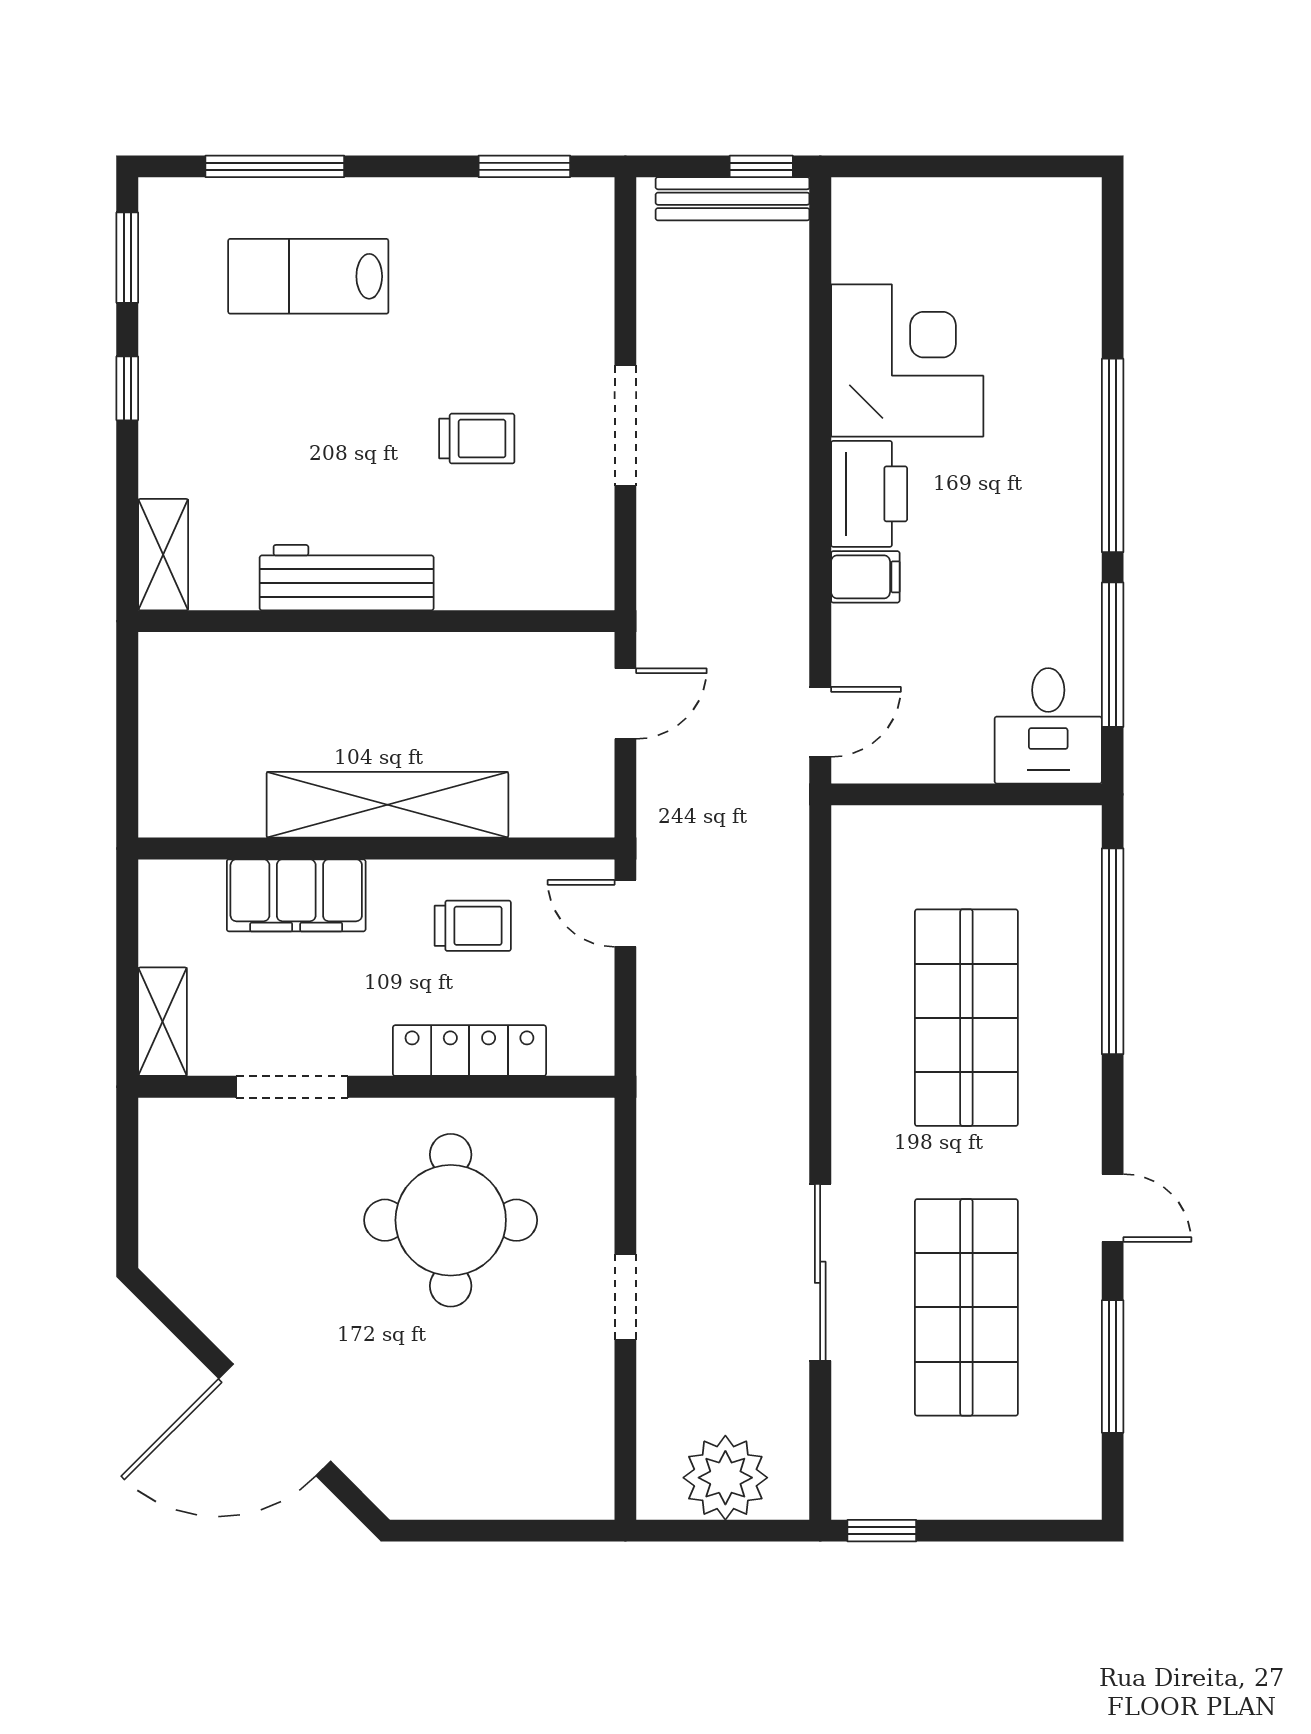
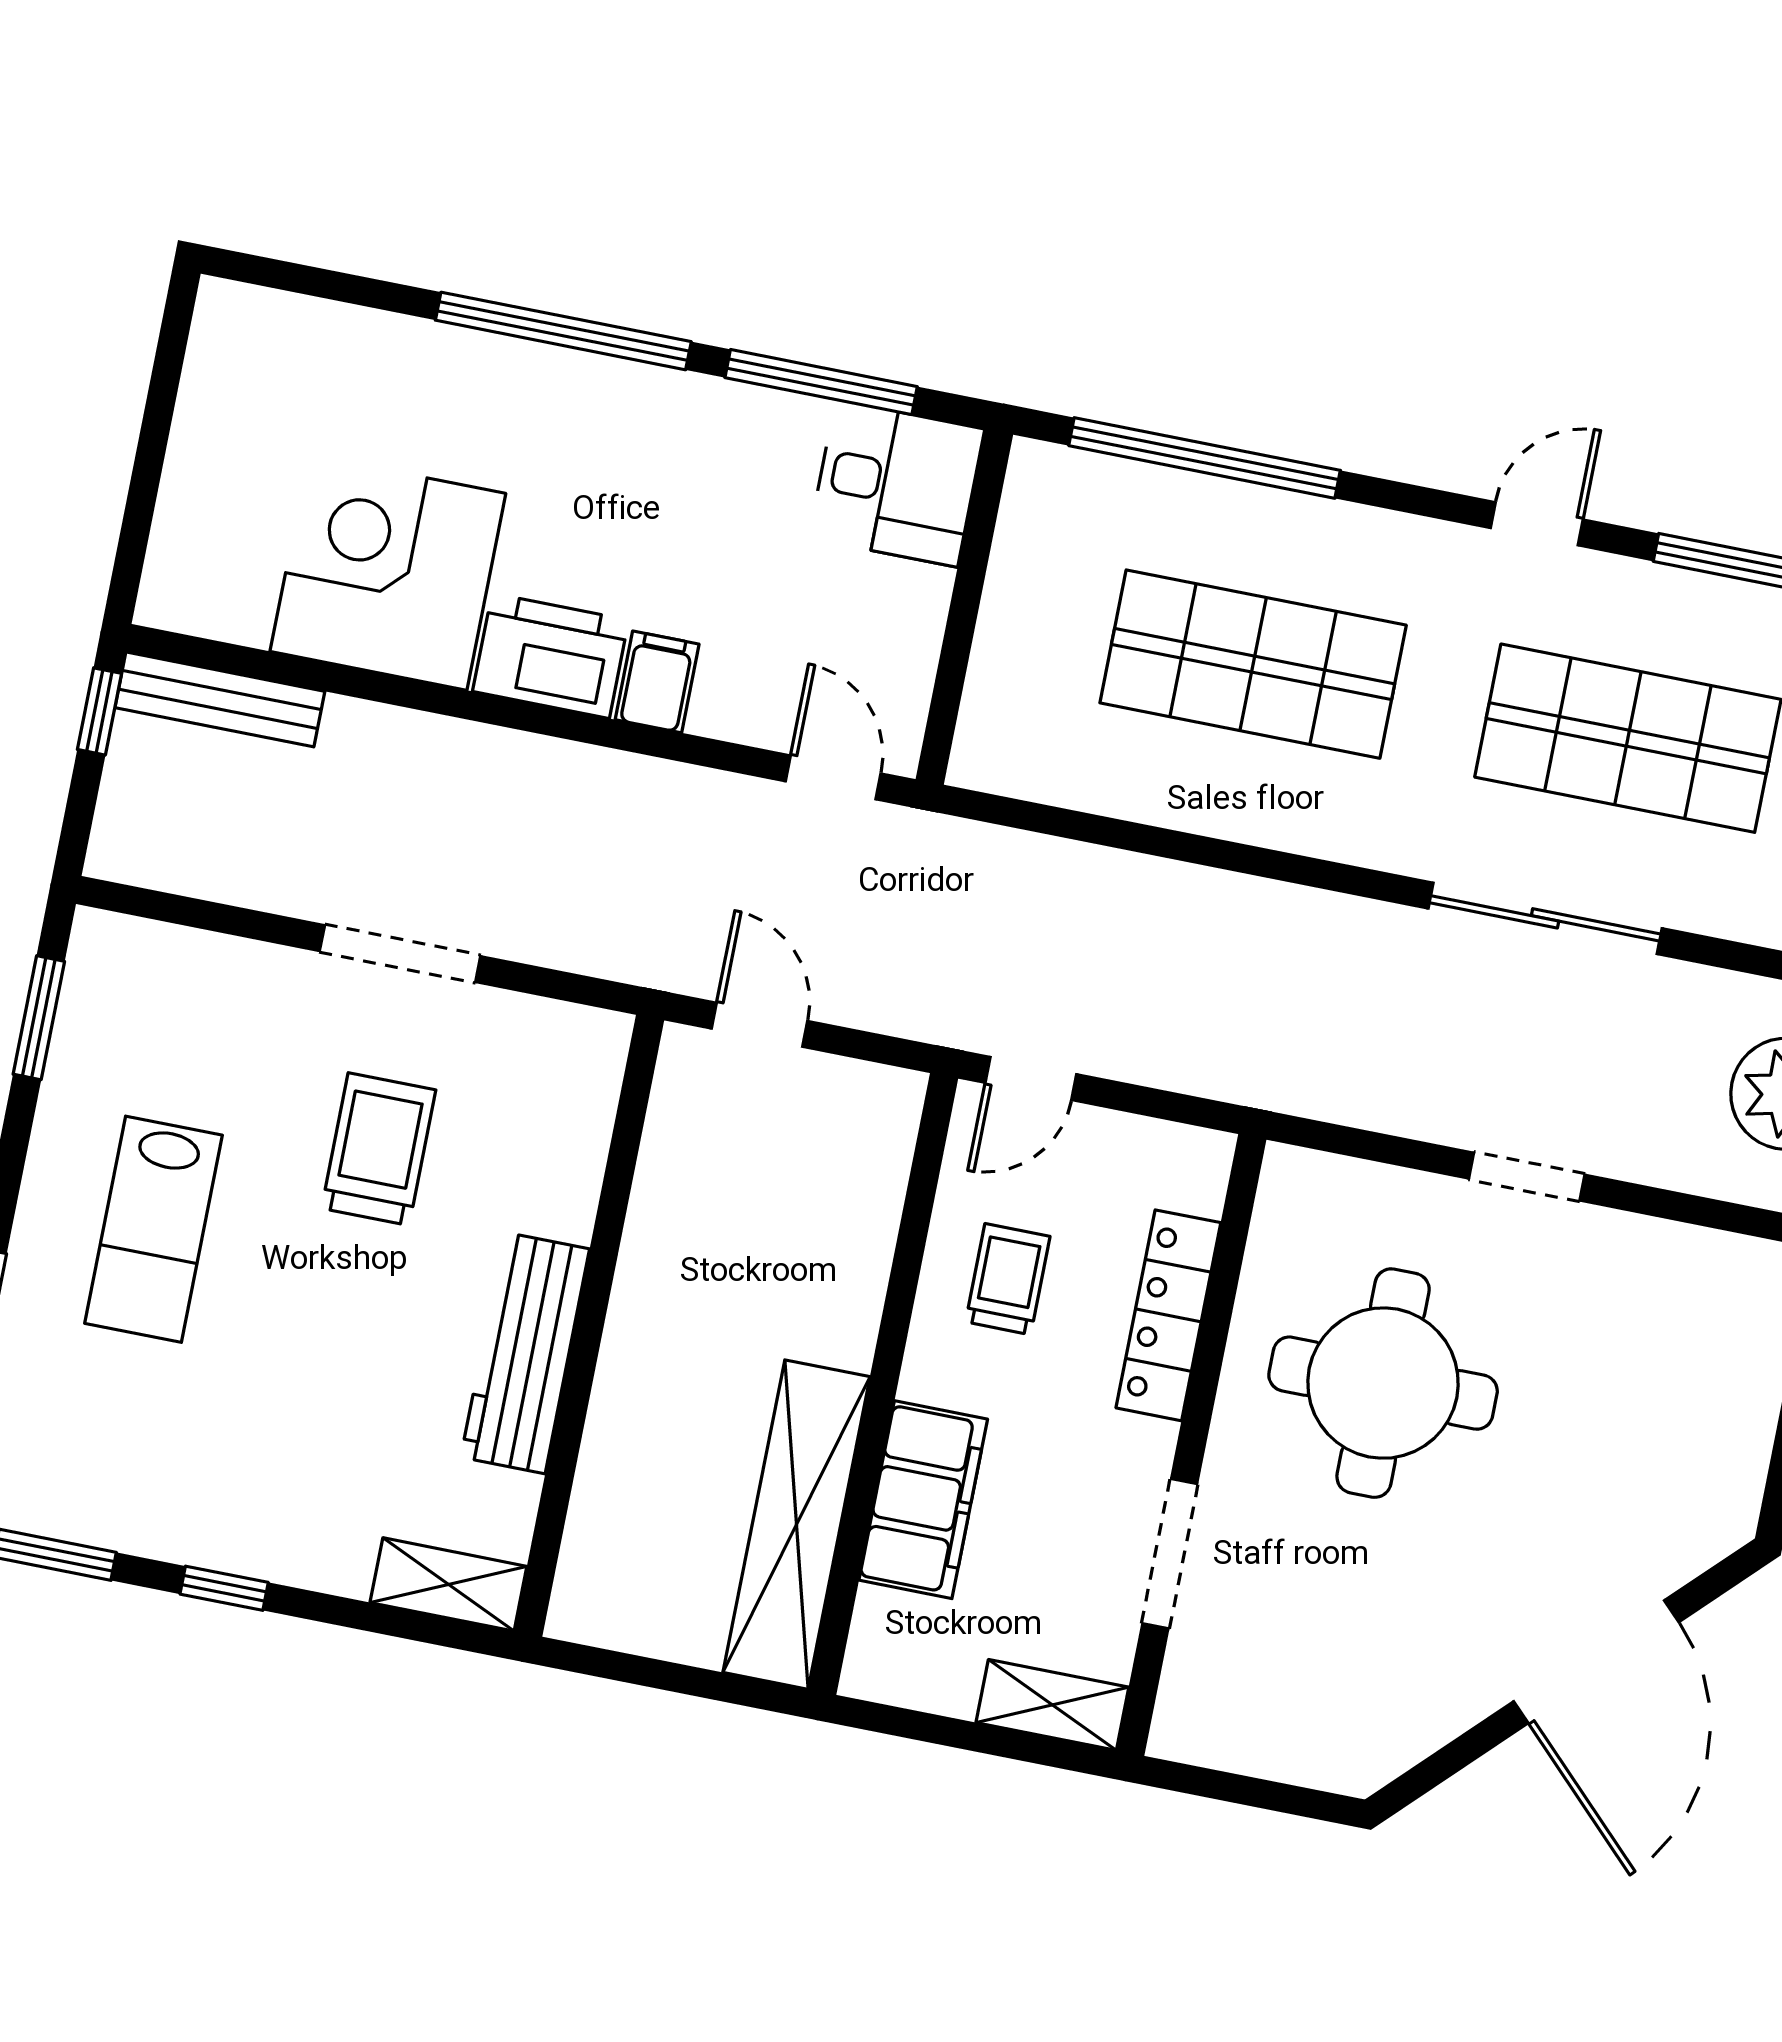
bench: (733, 199) -> (220, 699), moved, turned 90
lab bench: (308, 276) -> (154, 1229), moved
trolley: (477, 439) -> (379, 1149), width x1.36, depth x1.39
shelving: (387, 805) -> (796, 1525), moved

